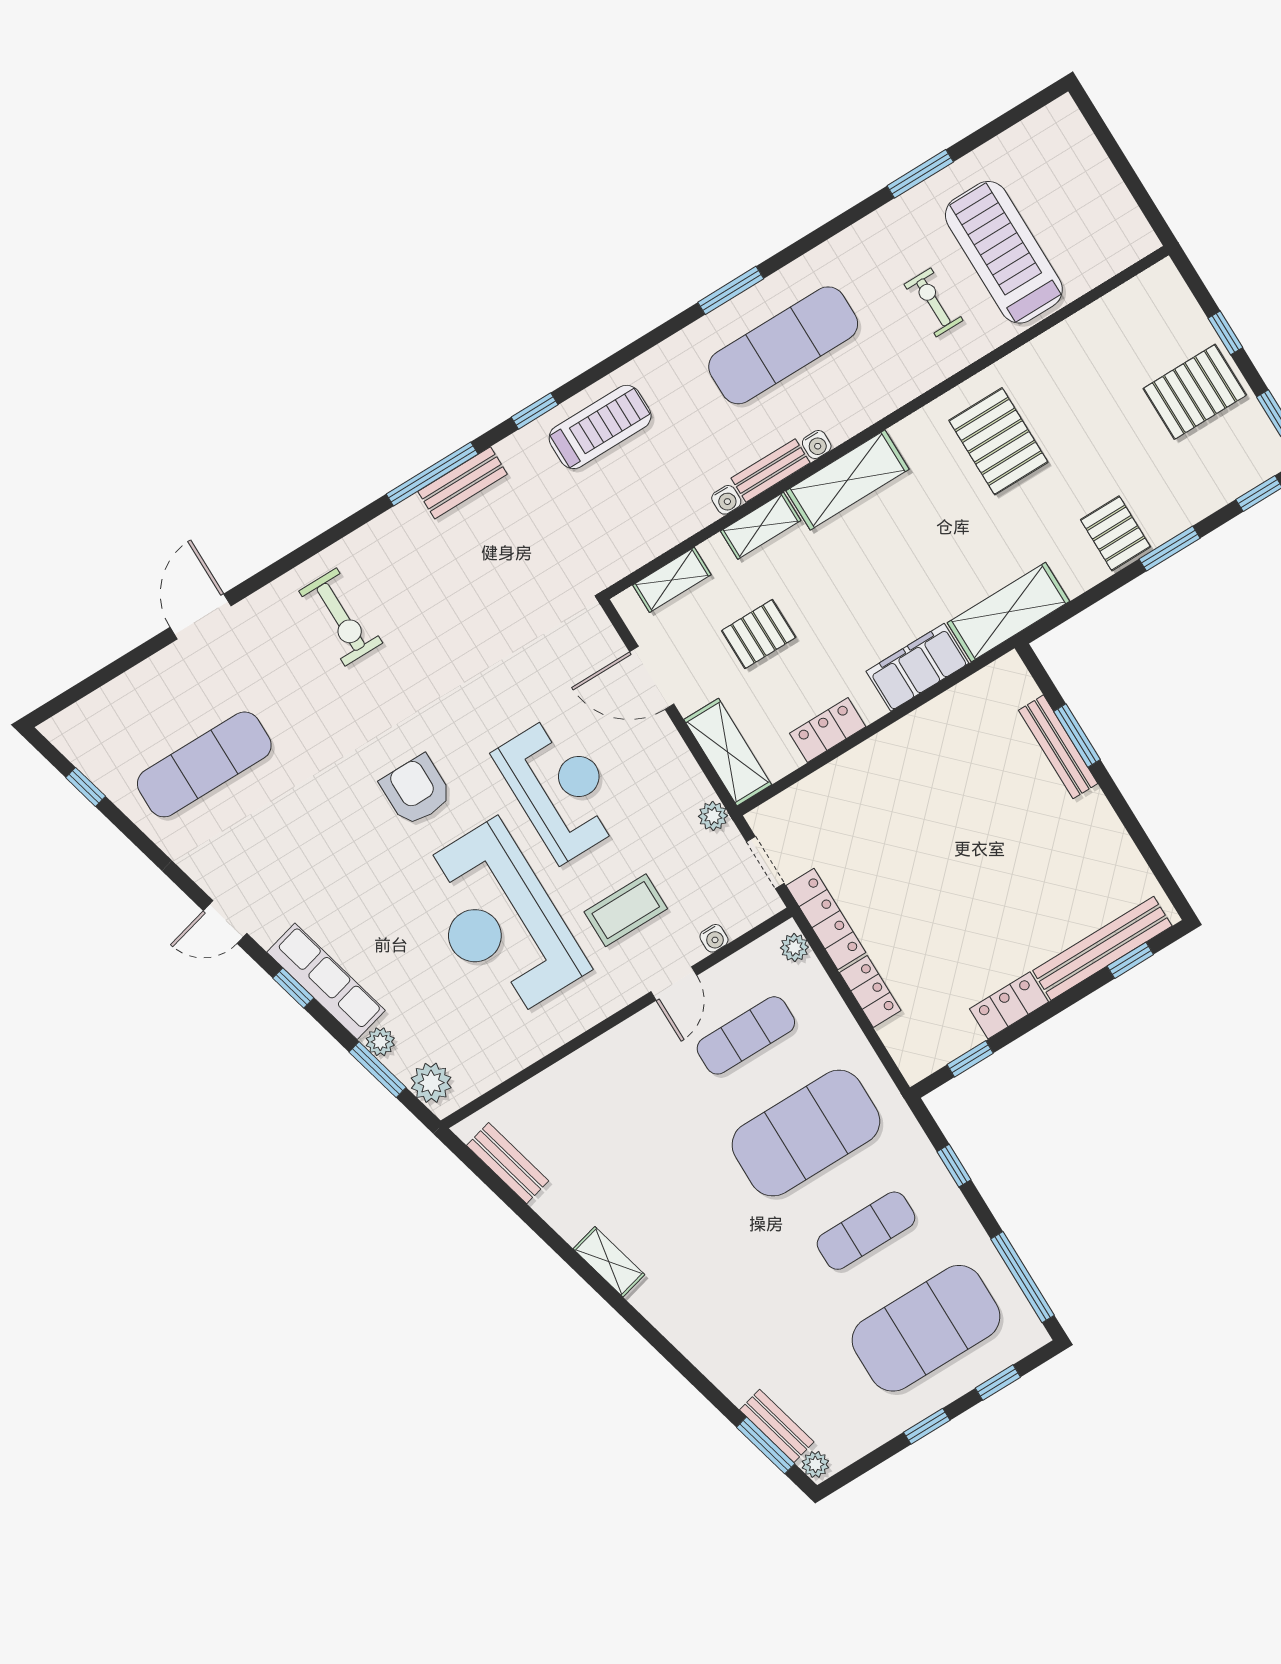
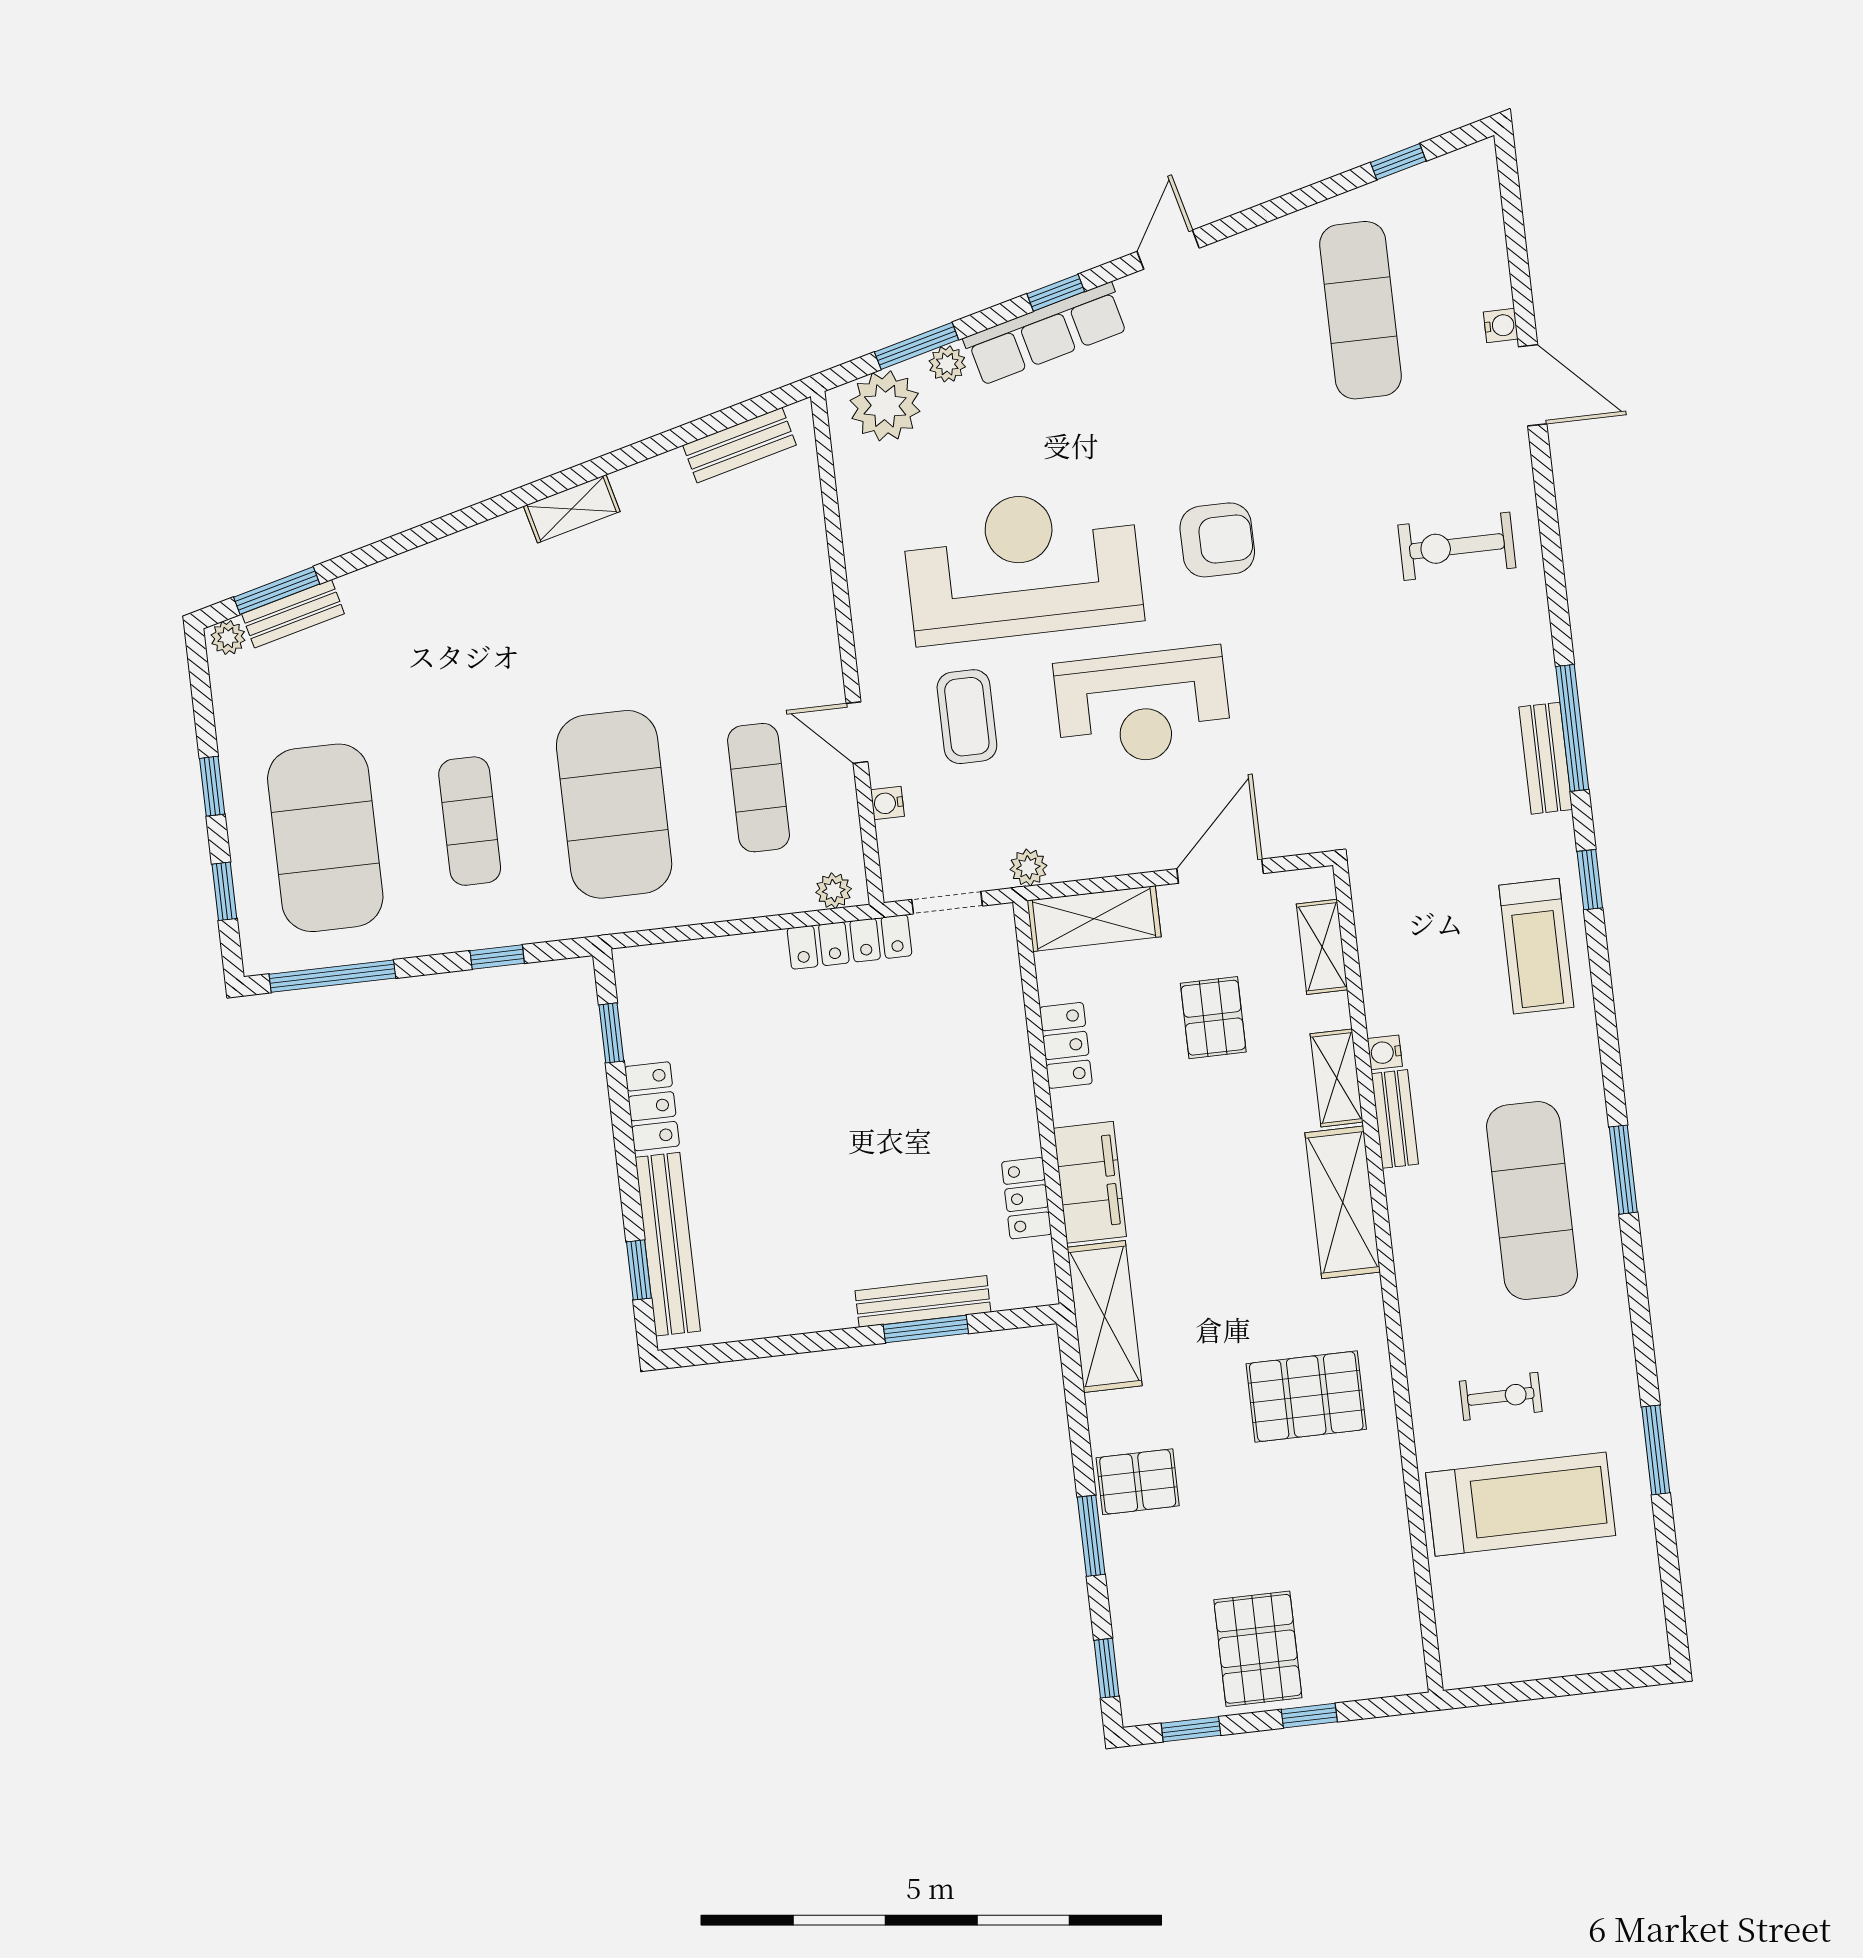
water cooler: (817, 445) -> (1501, 326), moved, turned 180
locker: (870, 991) -> (1027, 1198), moved, turned 90
plant: (431, 1083) -> (885, 406), width x1.36, depth x1.36

